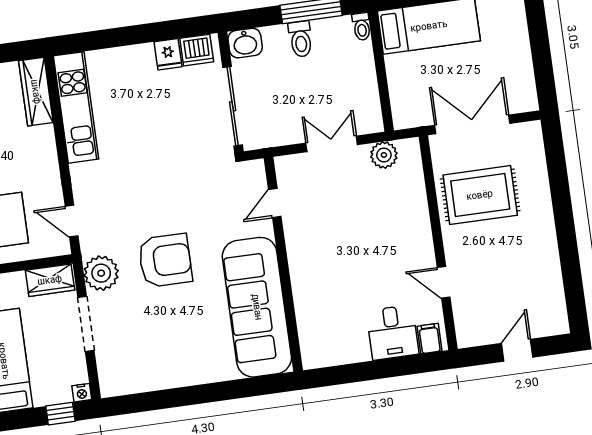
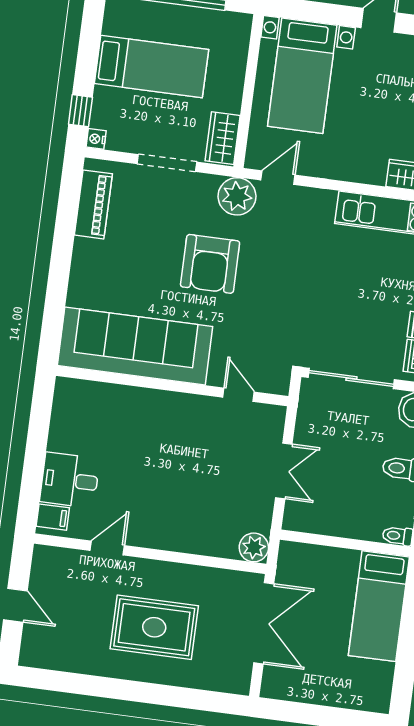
plant: (384, 155) -> (254, 547), moved
rug: (480, 195) -> (154, 627), moved, turned 90
plant: (101, 273) -> (237, 196), moved
piano: (141, 379) -> (93, 204), added

